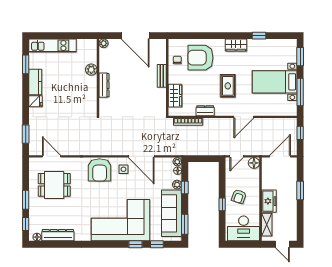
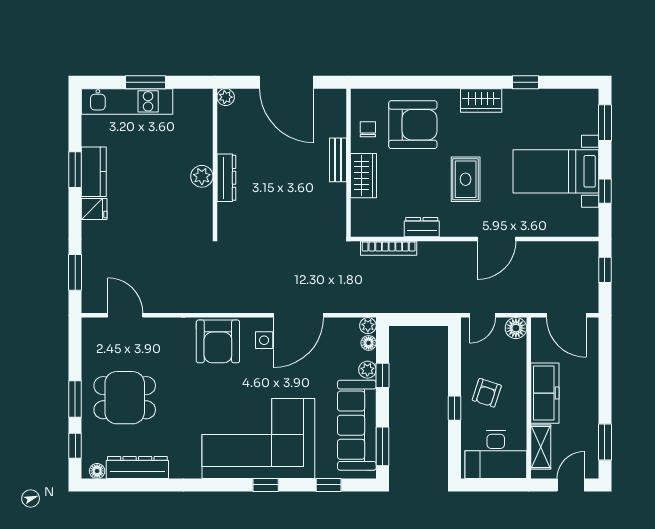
window: (62, 36) -> (145, 82), added
armchair: (201, 58) -> (413, 125), turned 180
window: (26, 64) -> (75, 170), moved
plant: (91, 70) -> (202, 176), moved
window: (300, 92) -> (605, 191), width x0.46
wardrobe: (175, 96) -> (364, 176), moved
door: (141, 156) -> (298, 315), hinge flipped
door: (280, 156) -> (566, 315), swing flipped
dining table: (54, 185) -> (125, 398), moved
window: (300, 190) -> (605, 442), moved
freezer: (269, 201) -> (545, 393), width x1.40
window: (136, 244) -> (266, 485), moved
door: (282, 244) -> (571, 485), swing flipped

